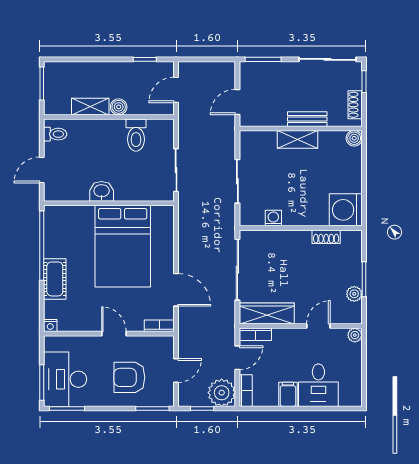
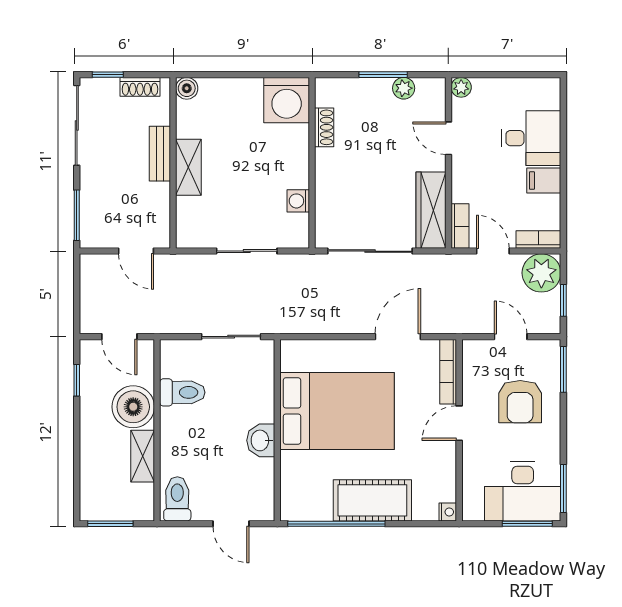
boiler: (119, 107) -> (133, 407), width x1.86, depth x1.86
toilet: (55, 134) -> (177, 499), width x1.37, depth x1.39
cot: (55, 279) -> (372, 500), width x1.37, depth x1.34
bookcase: (159, 326) -> (448, 372), width x1.56

